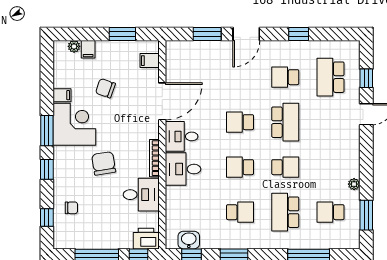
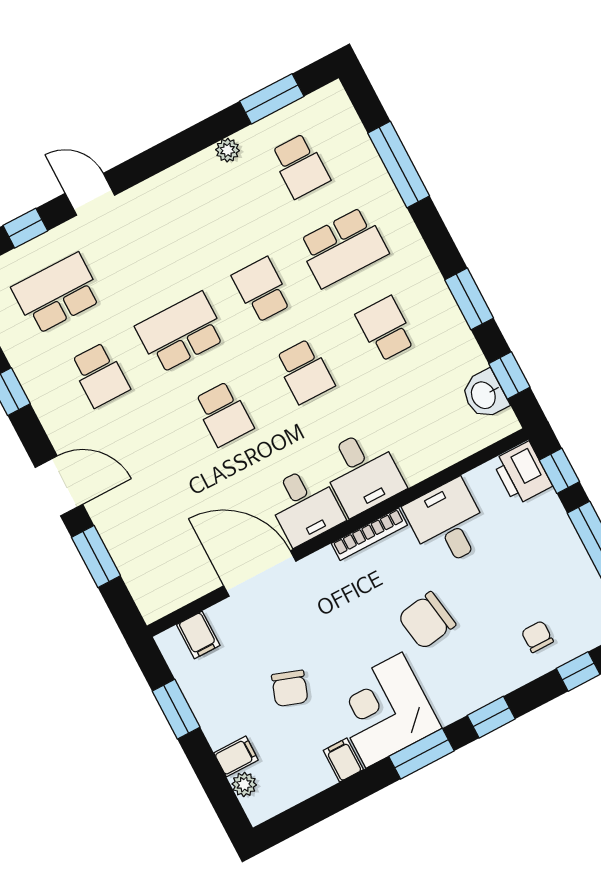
school desk: (330, 77) -> (57, 293), turned 180

